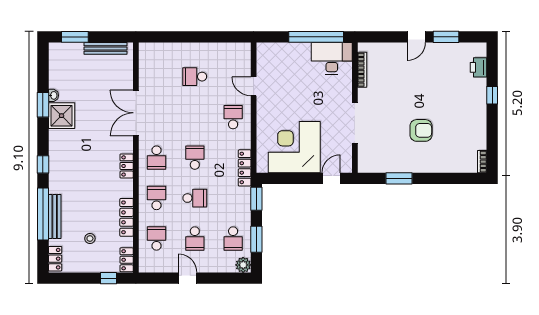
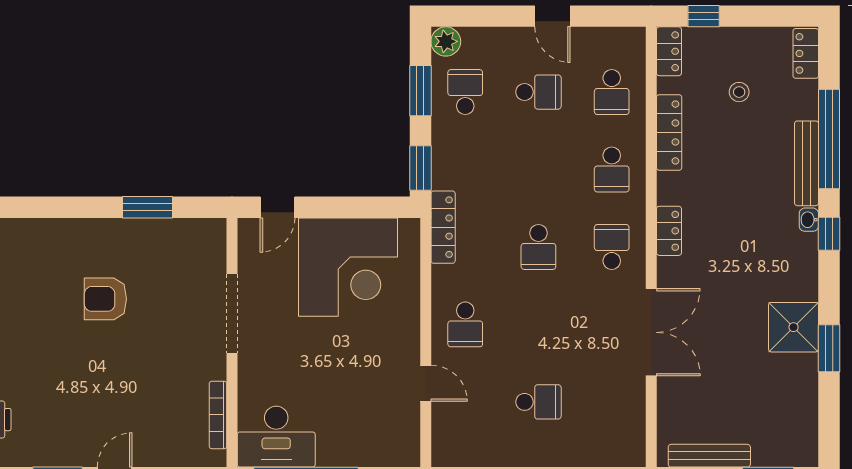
washbasin: (53, 95) -> (809, 220), moved
school desk: (195, 198) -> (538, 170), removed
bench: (55, 217) -> (807, 163), moved
school desk: (195, 238) -> (538, 92), turned 90

